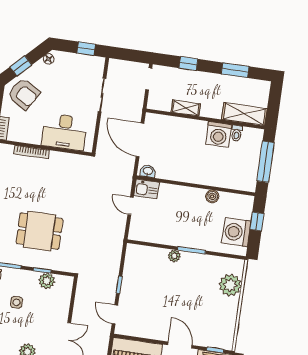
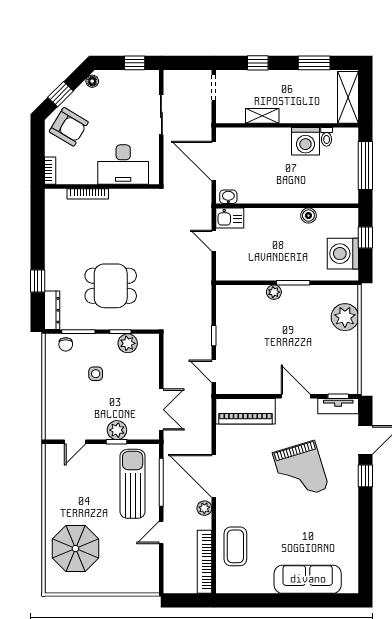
shelving: (244, 114) -> (348, 97), moved, turned 90

